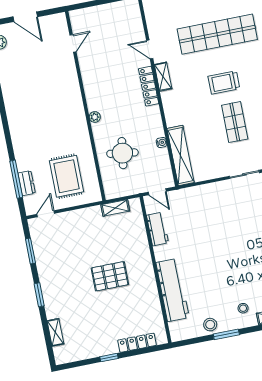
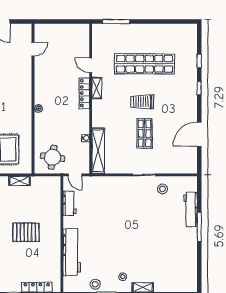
round table: (122, 153) -> (52, 157), moved
shelving: (115, 208) -> (20, 181), moved

